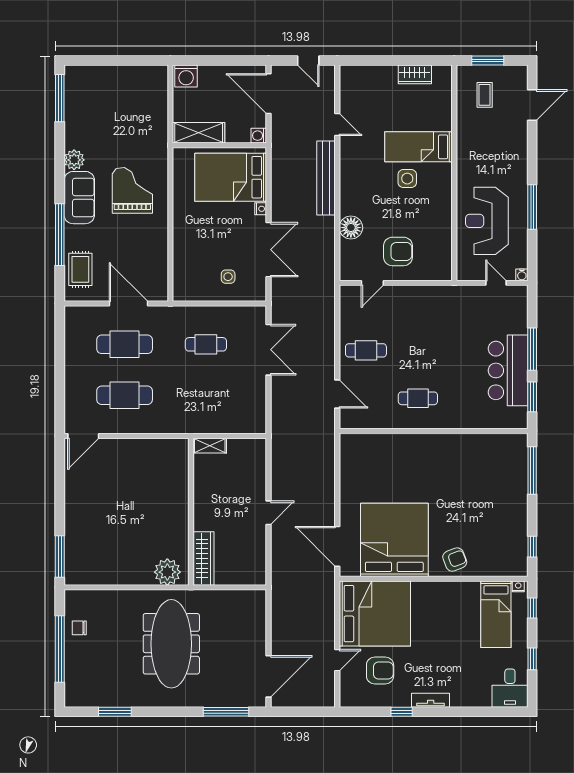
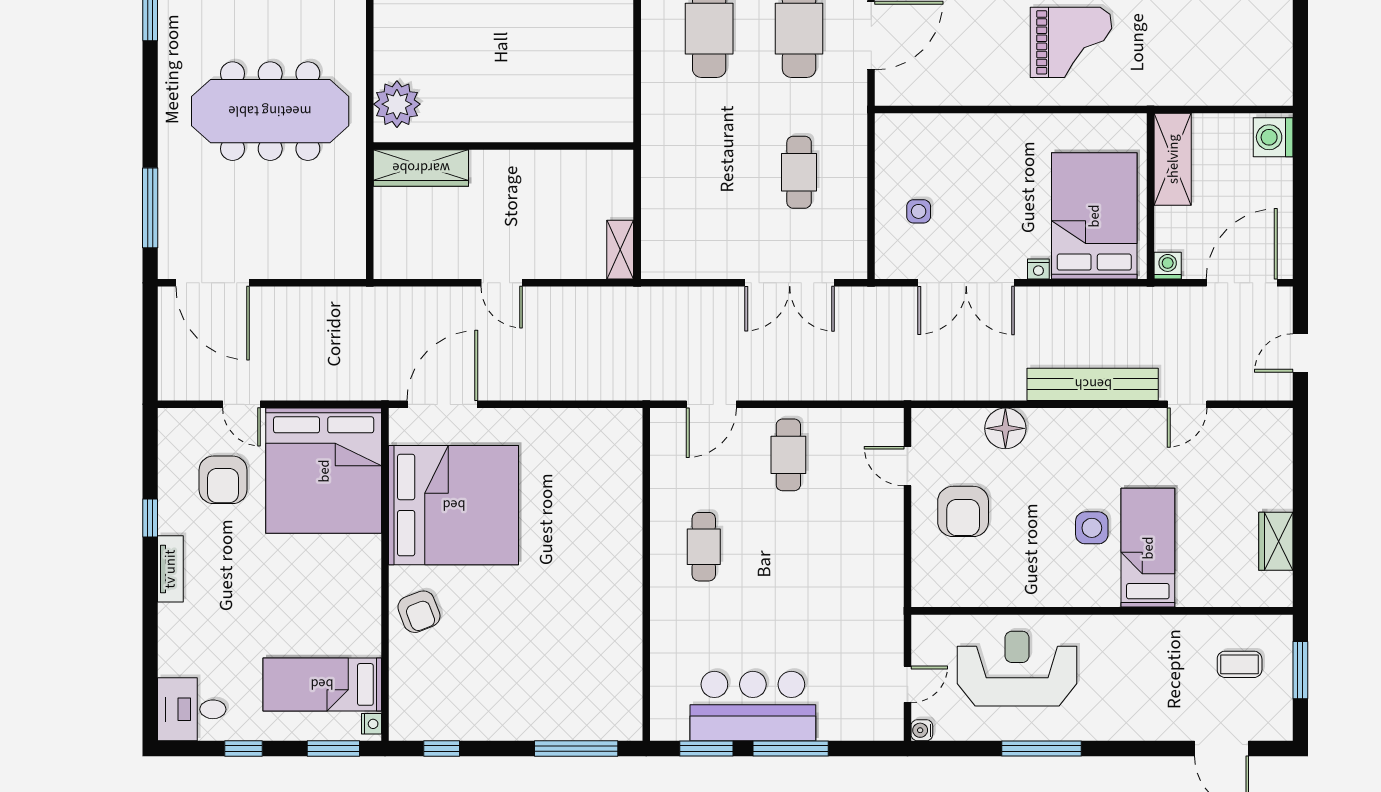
shelving: (210, 446) -> (620, 250), moved
window: (532, 608) -> (333, 748), width x1.50

